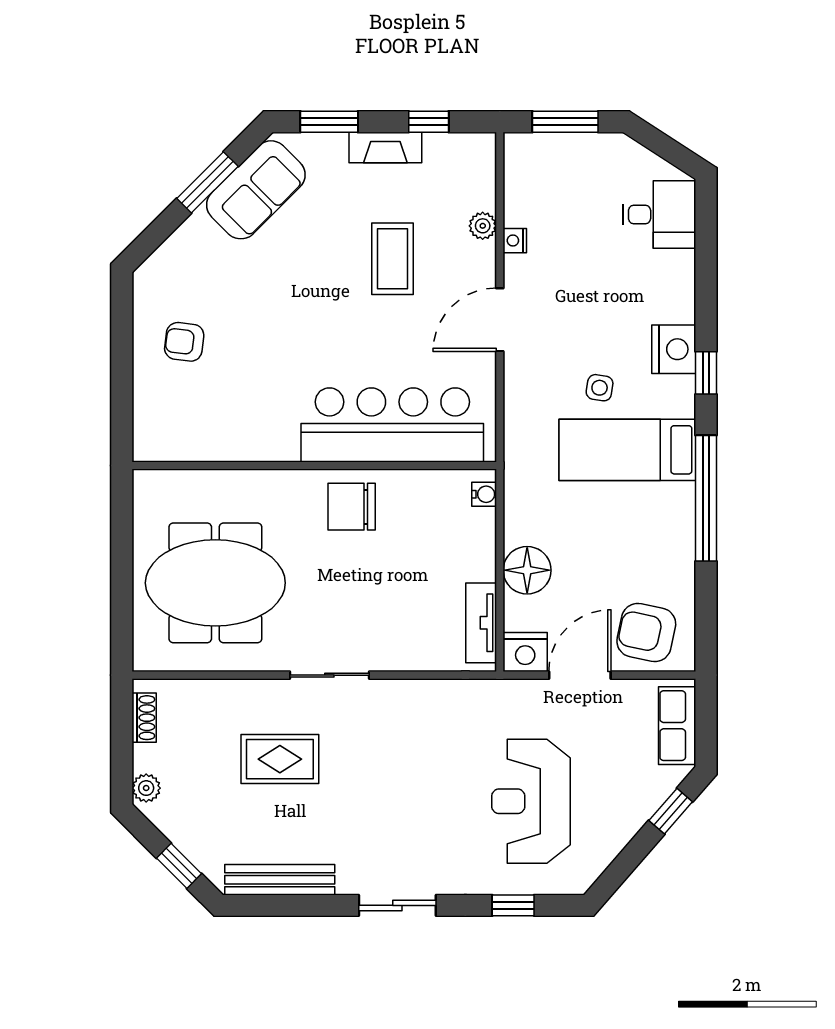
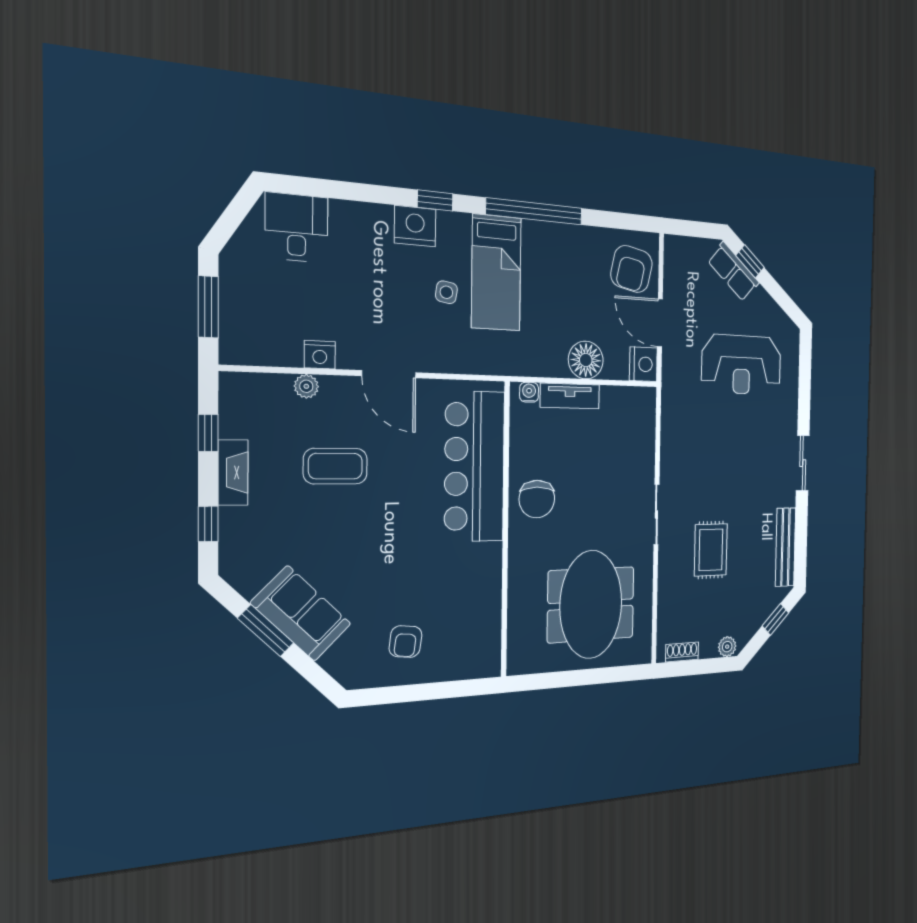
window: (329, 122) -> (208, 524), width x0.67
sofa: (256, 190) -> (301, 613), moved
nightstand: (515, 241) -> (320, 355), width x1.39, depth x1.35
tv unit: (481, 623) -> (570, 396), moved
row of seats: (677, 726) -> (734, 272), moved, turned 41
window: (513, 905) -> (805, 380), removed

